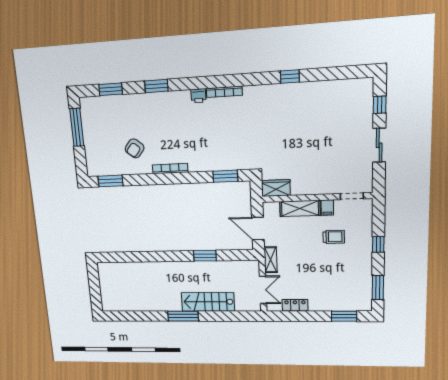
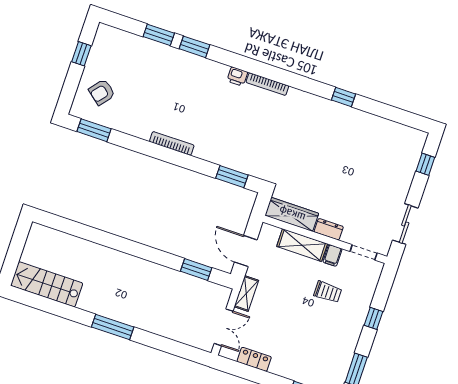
window: (111, 89) -> (159, 35), moved
window: (77, 127) -> (81, 54), width x0.46
sliding door: (379, 145) -> (405, 224), moved
armchair: (135, 148) -> (102, 92), moved
wardrobe: (276, 188) -> (292, 214), width x1.50
dresser: (317, 188) -> (329, 229), added
window: (205, 256) -> (196, 269), moved
stairs: (208, 302) -> (47, 284), moved

